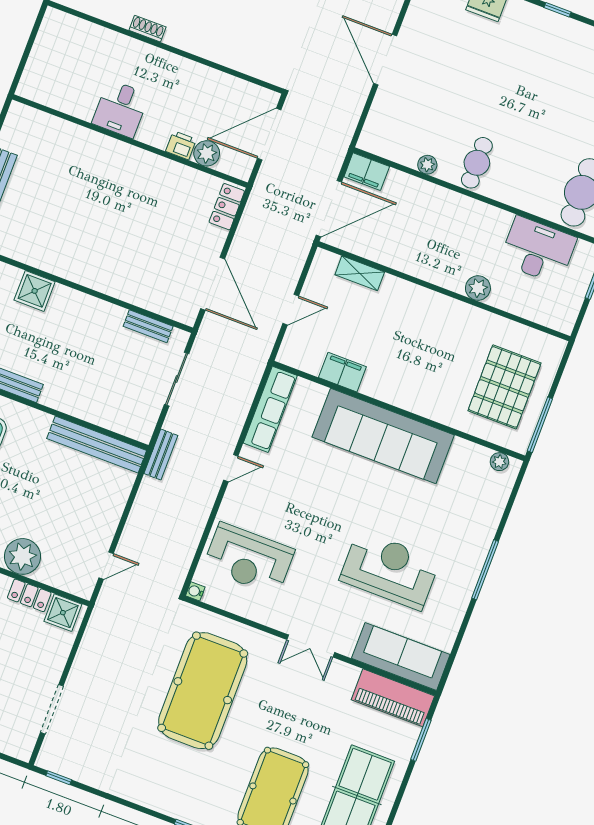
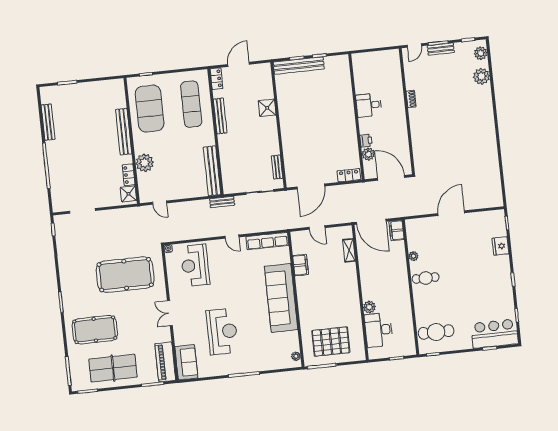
desk: (538, 250) -> (379, 330), moved, turned 180
sofa: (401, 656) -> (186, 362), width x0.73

